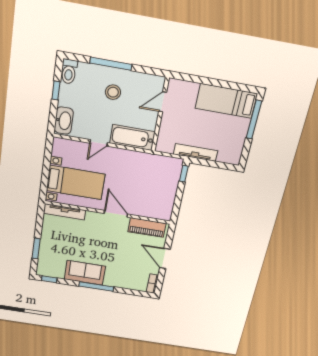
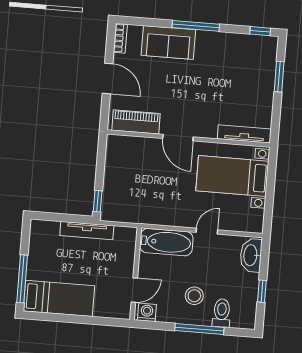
toilet: (69, 72) -> (222, 313), moved
washing machine: (154, 82) -> (147, 312), added
sofa: (85, 273) -> (168, 43), moved

